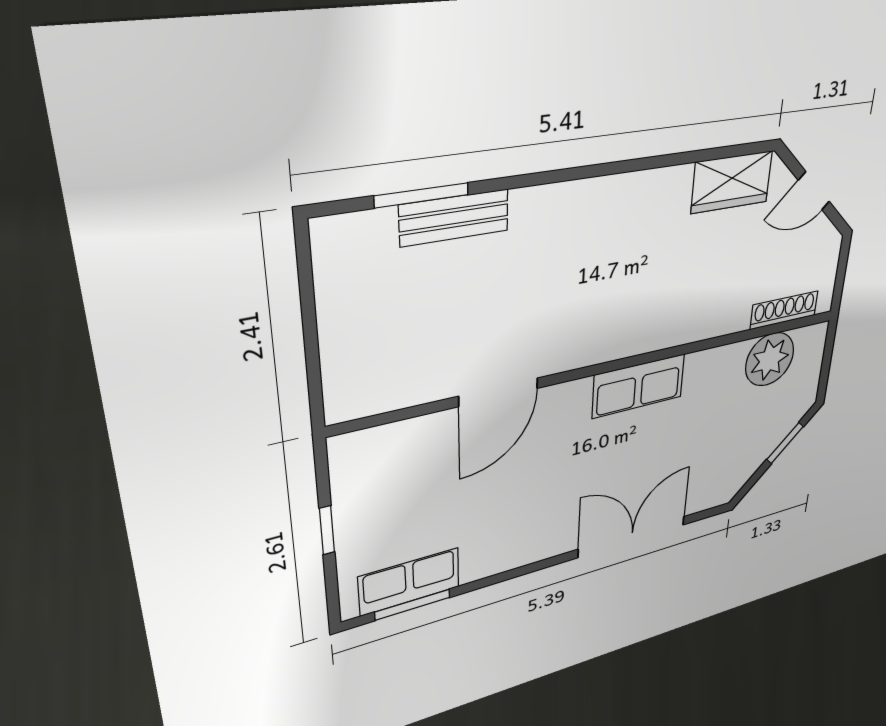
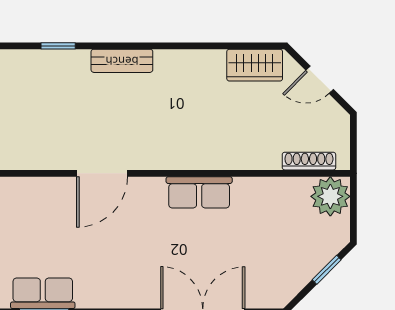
window: (422, 195) -> (58, 46), width x0.67
bench: (454, 218) -> (122, 61), moved
plant: (770, 359) -> (330, 196), moved

